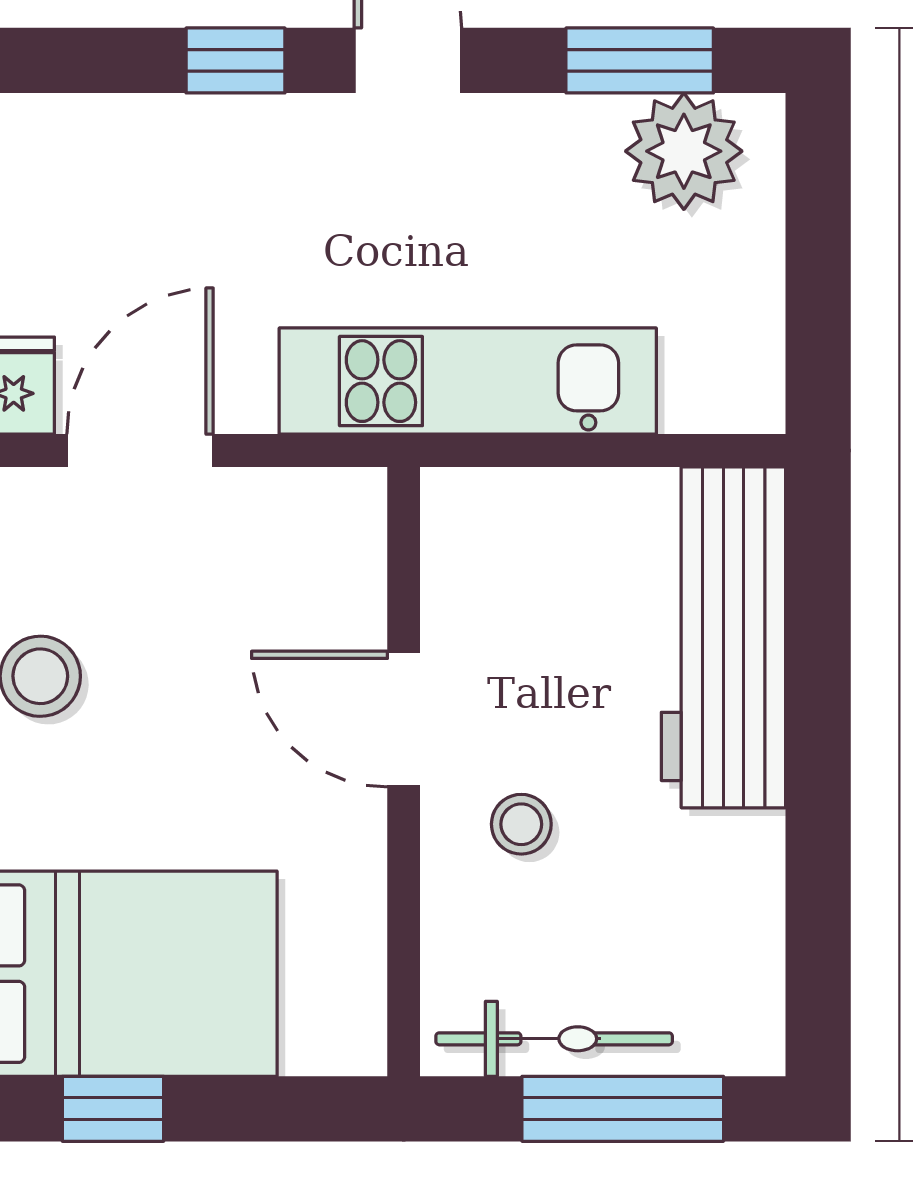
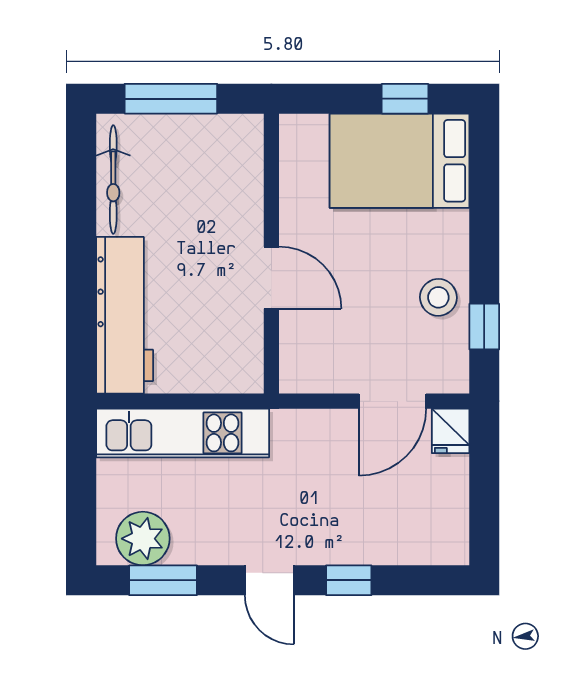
kitchen unit: (468, 381) -> (183, 433), moved
stool: (521, 824) -> (217, 229), removed
bicycle: (554, 1039) -> (113, 180), moved, turned -90

